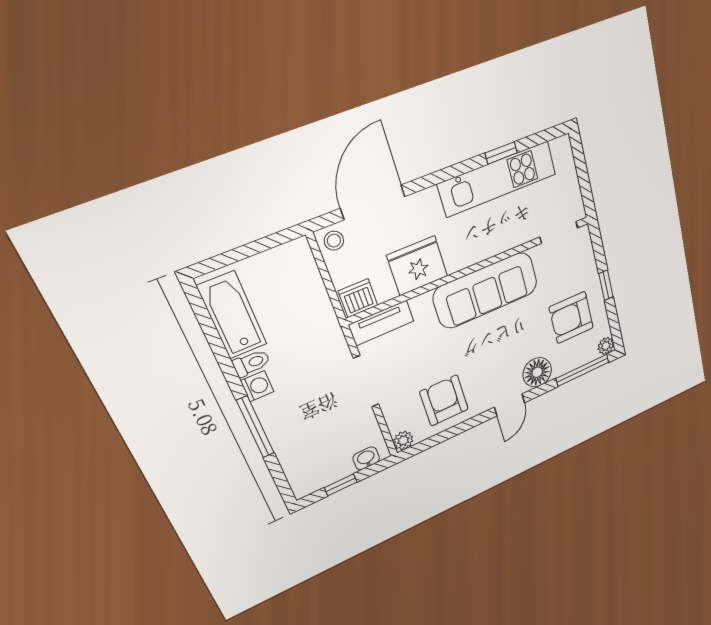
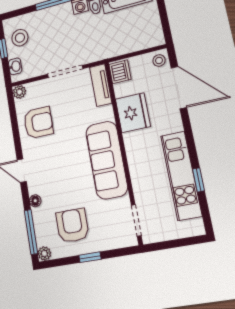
floor lamp: (537, 372) -> (35, 201), width x0.53, depth x0.53
stool: (321, 465) -> (20, 38), added

